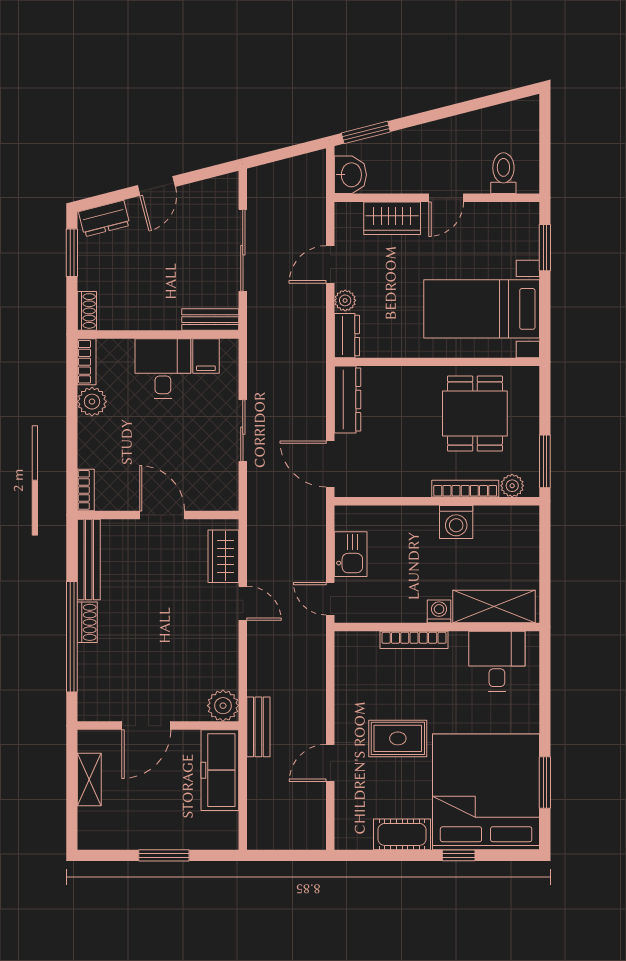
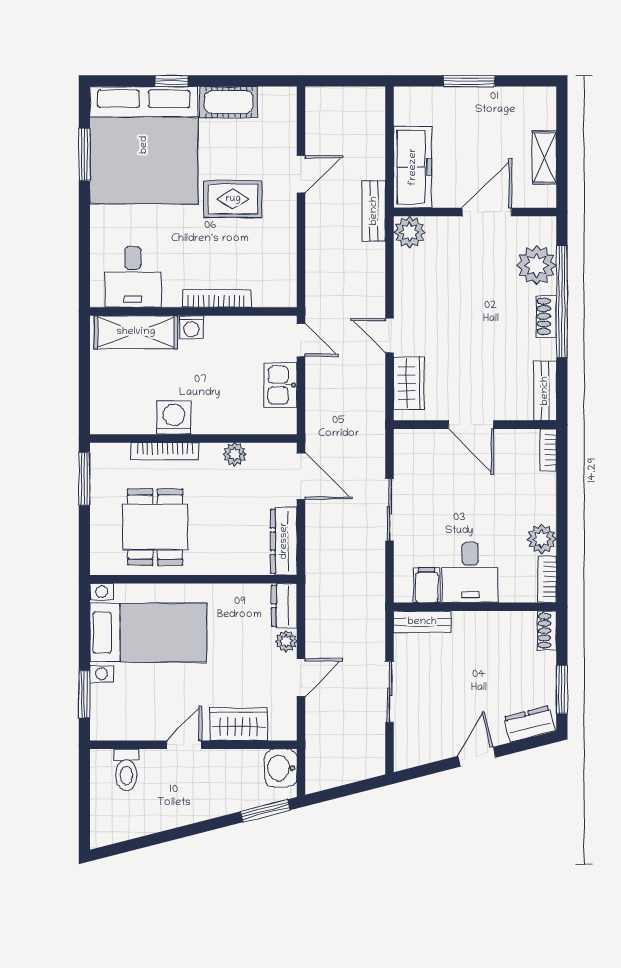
sliding door: (243, 250) -> (389, 692), width x0.73
plant: (512, 486) -> (235, 454), moved
bench: (89, 559) -> (545, 391), width x0.73
plant: (97, 673) -> (537, 265), added

